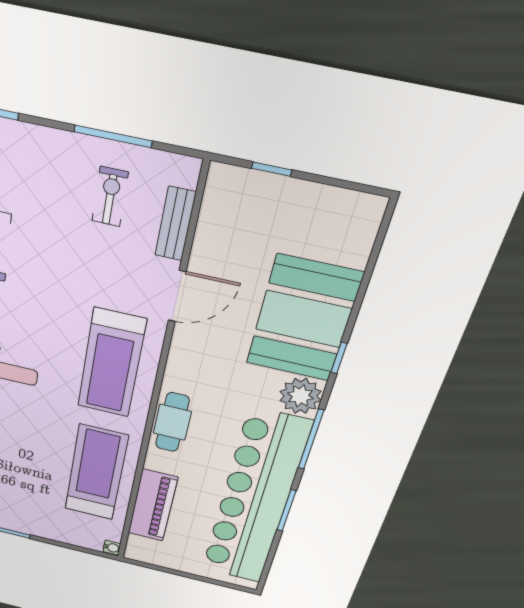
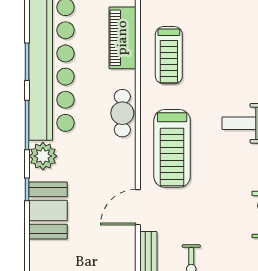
booth: (303, 319) -> (48, 211), width x0.73, depth x0.70
treadmill: (111, 363) -> (172, 148), turned 180
treadmill: (96, 473) -> (169, 55), width x0.73, depth x0.73

